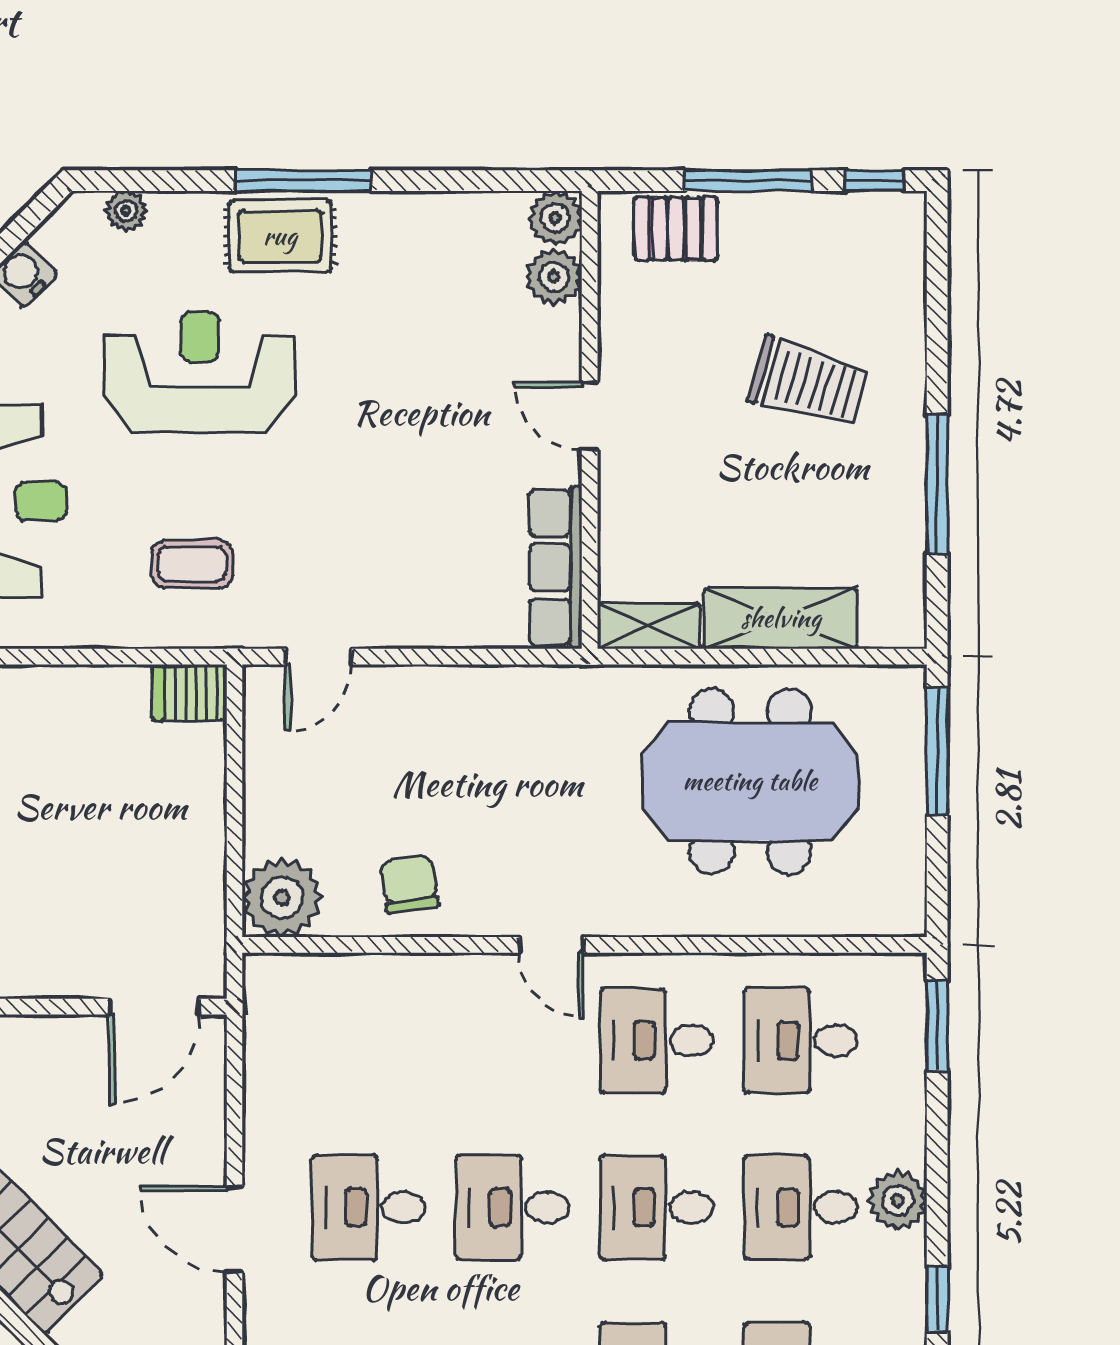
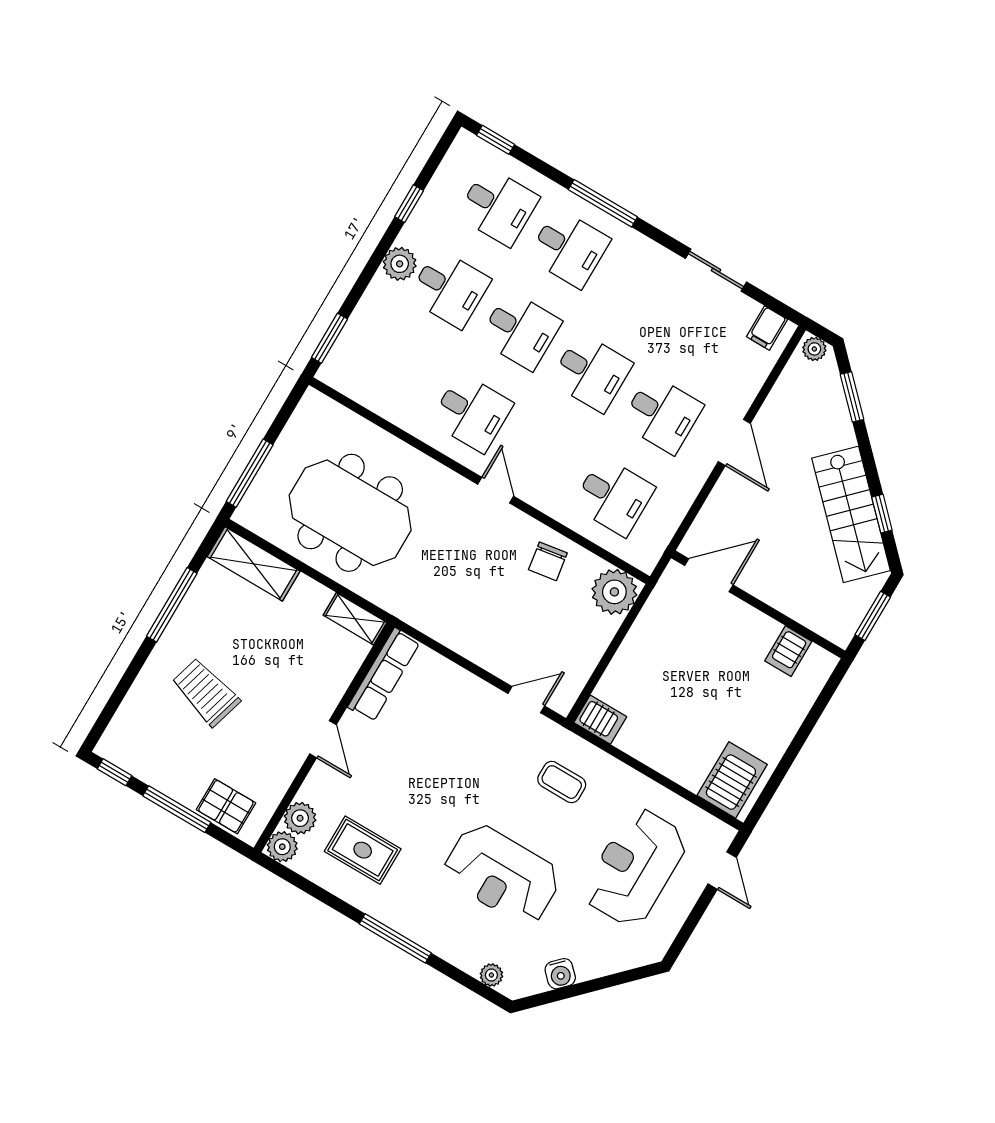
rug: (280, 236) -> (363, 850), moved
shelving: (781, 618) -> (254, 564), moved
desk: (801, 1040) -> (614, 496), moved

